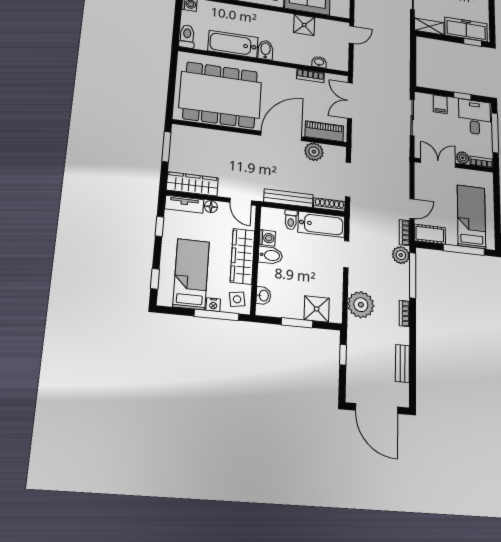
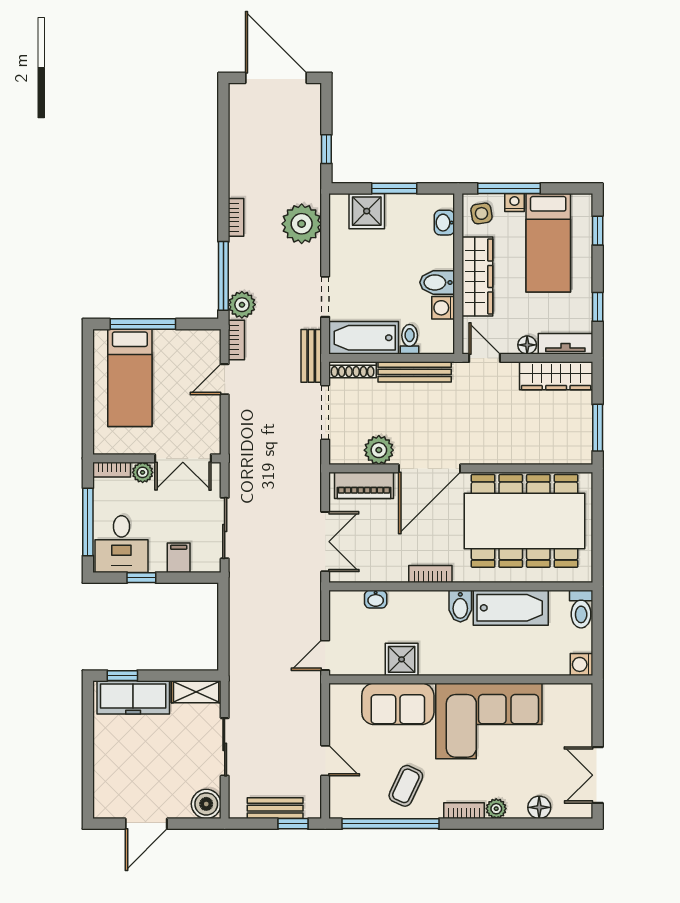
bookcase: (310, 76) -> (430, 574), moved
cot: (430, 234) -> (197, 342), removed
bench: (402, 363) -> (311, 356), moved

